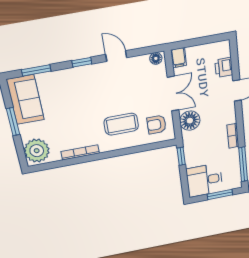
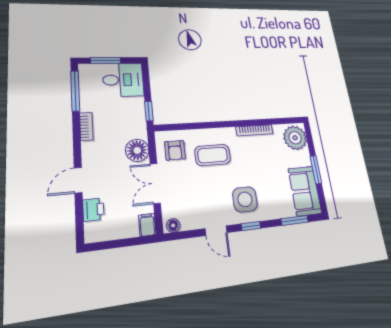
side table: (88, 86) -> (245, 199), added
armchair: (157, 124) -> (175, 150), turned 90

